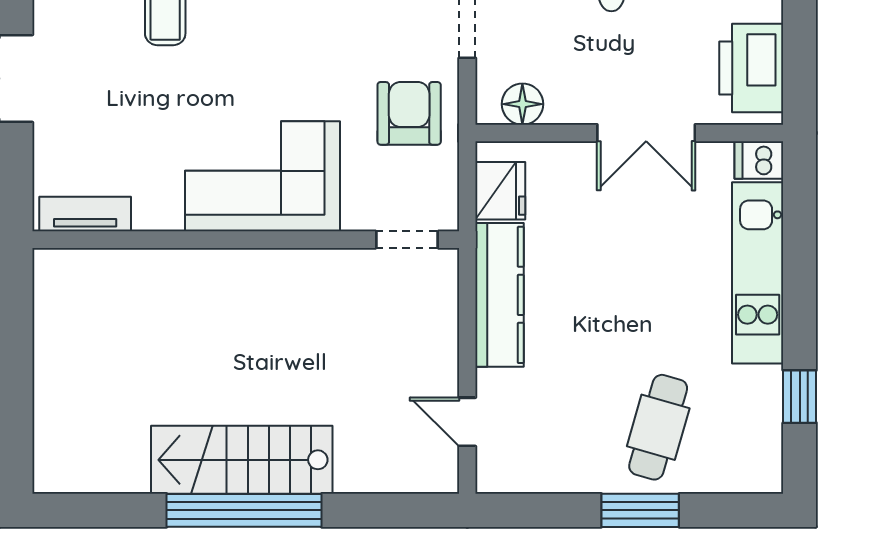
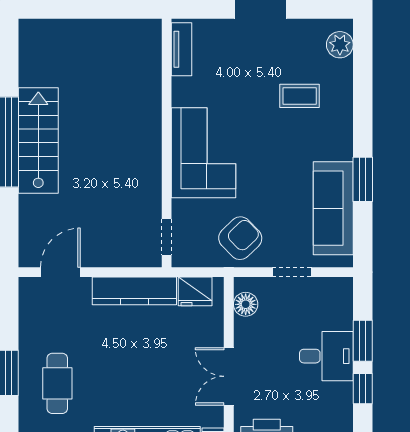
armchair: (409, 113) -> (240, 238), turned -44
door: (467, 422) -> (60, 272), width x1.38
cafe table: (658, 427) -> (57, 383), turned 74

